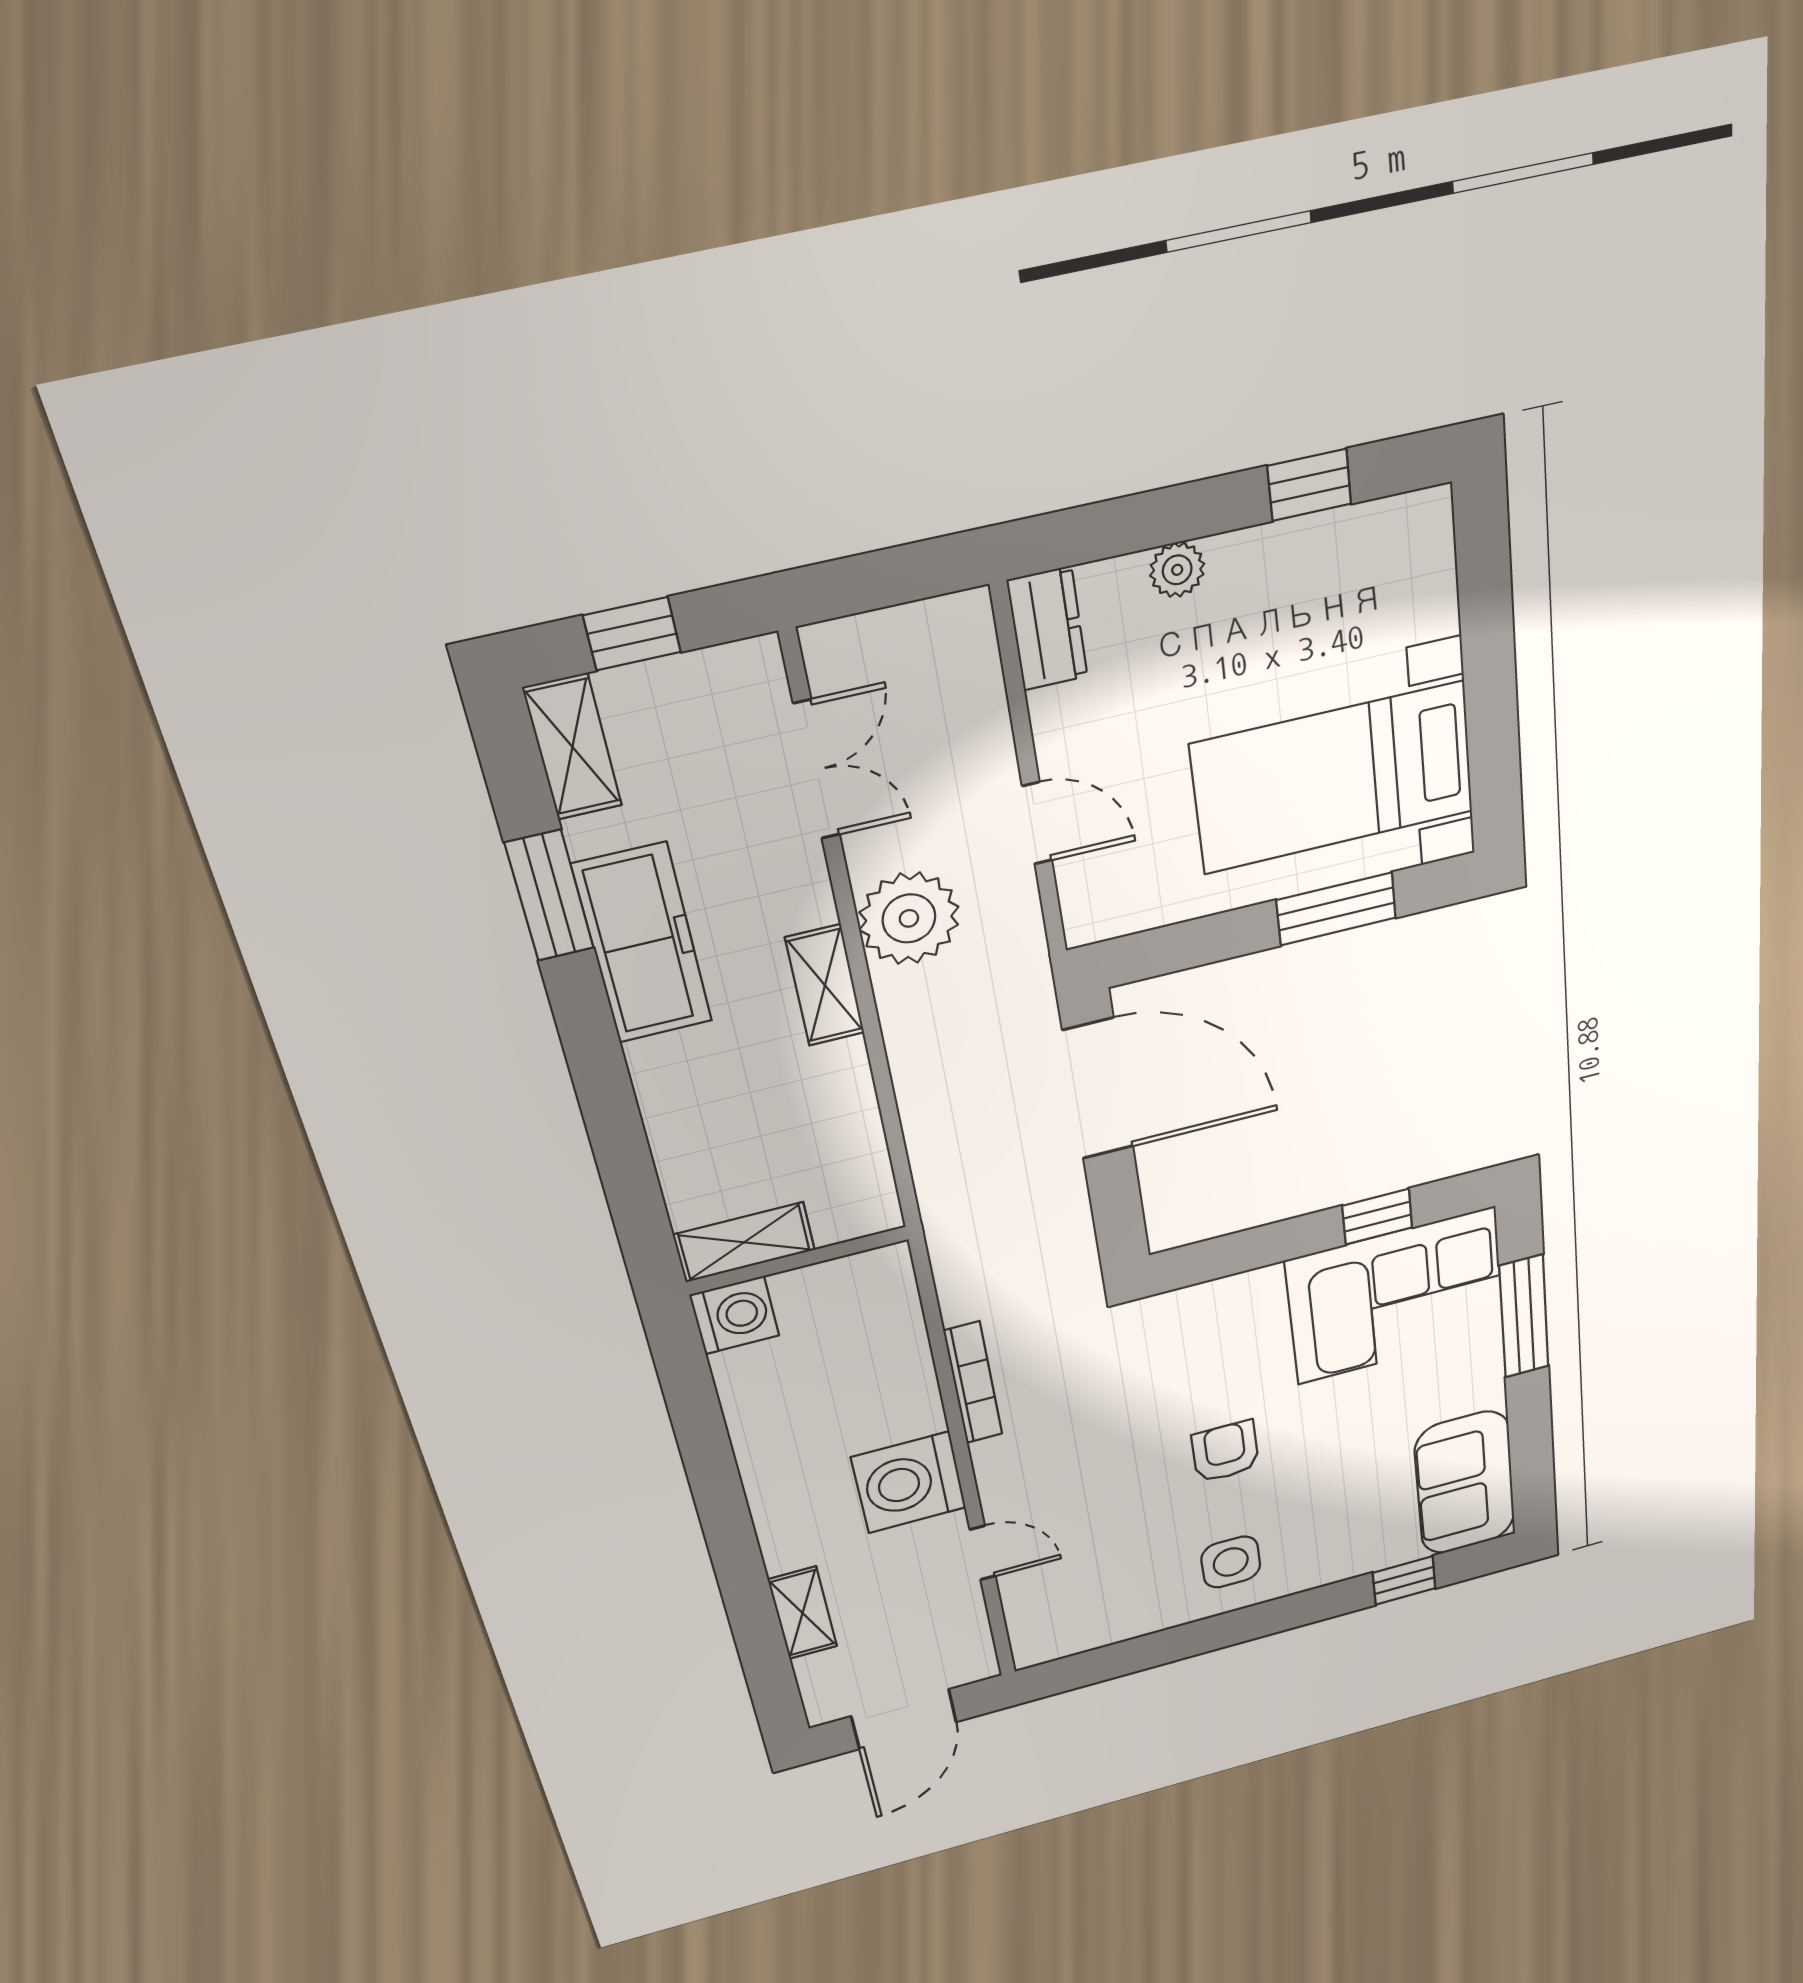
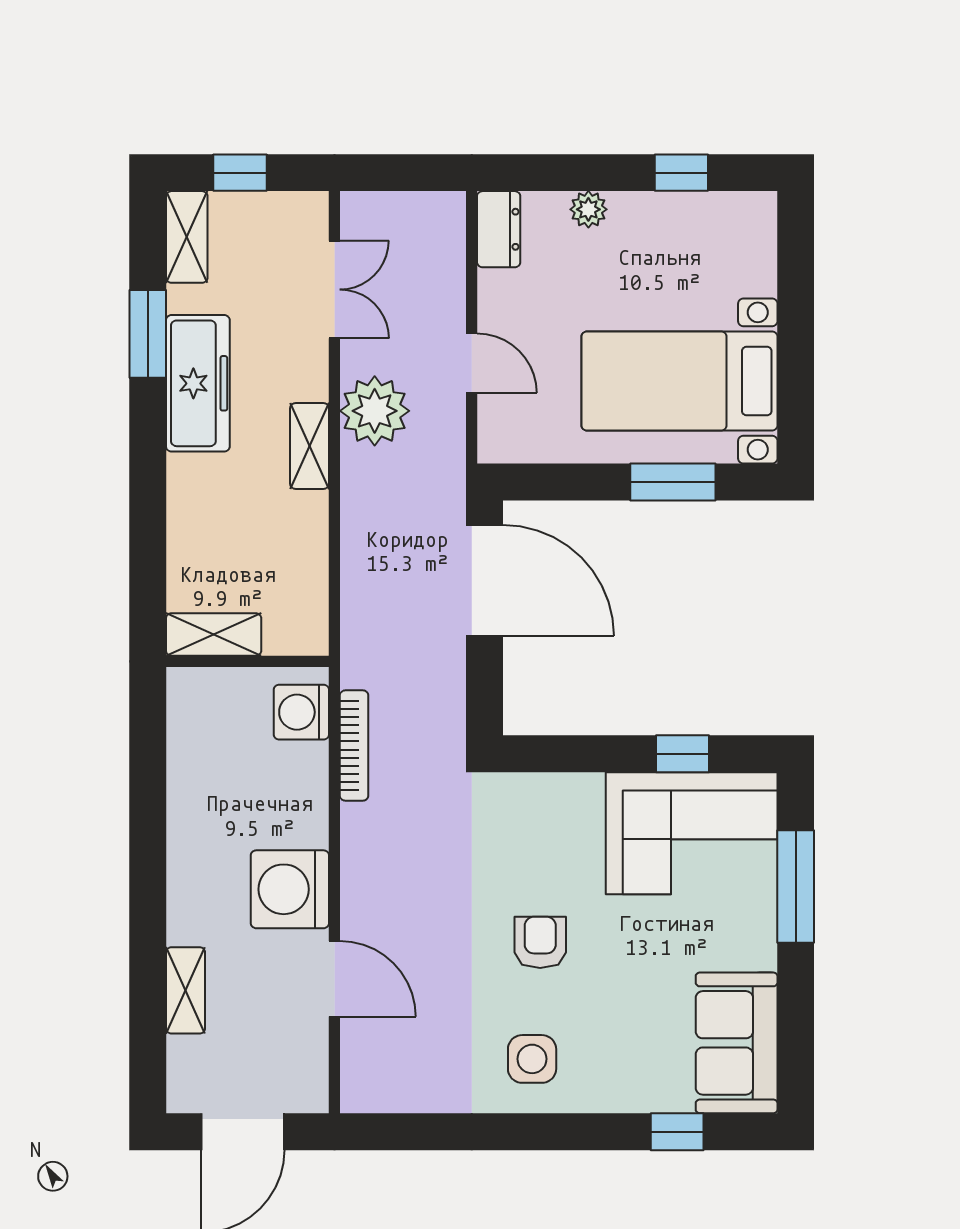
washing machine: (734, 1315) -> (301, 712), moved, turned 180
bookcase: (973, 1383) -> (354, 746), moved
door: (983, 1553) -> (334, 979), width x1.38

